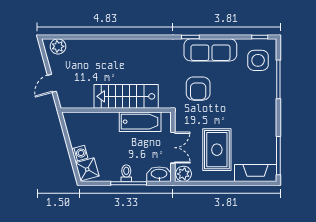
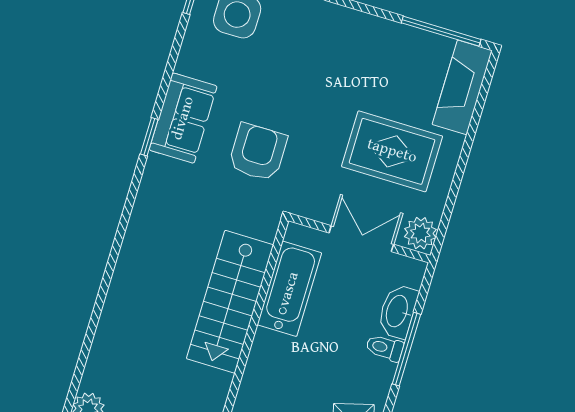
sofa: (210, 50) -> (183, 118), width x0.73
armchair: (198, 89) -> (258, 152), turned -90
washbasin: (159, 174) -> (398, 311), moved

